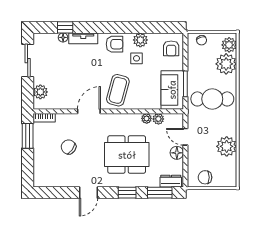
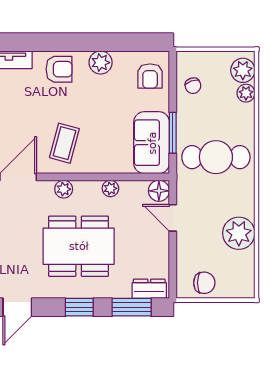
chair: (202, 40) -> (193, 86), moved
side table: (136, 58) -> (94, 92), removed
plant: (226, 64) -> (246, 93), width x0.53, depth x0.53
coffee table: (118, 90) -> (64, 143), width x0.73, depth x0.77
plant: (158, 119) -> (64, 189), moved
floor lamp: (177, 153) -> (159, 191), moved
chair: (205, 177) -> (204, 283), turned 180

